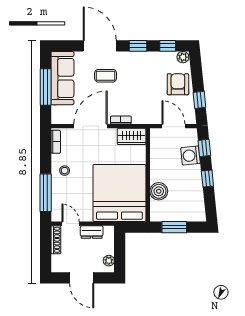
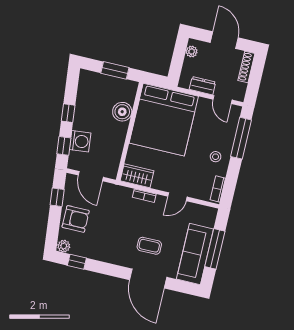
window: (138, 46) -> (108, 269), removed
armchair: (178, 84) -> (76, 219), turned -90
door: (91, 126) -> (177, 197), width x0.53
shoe rack: (56, 240) -> (246, 67), moved

